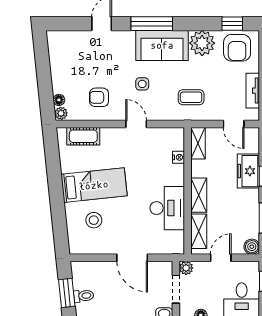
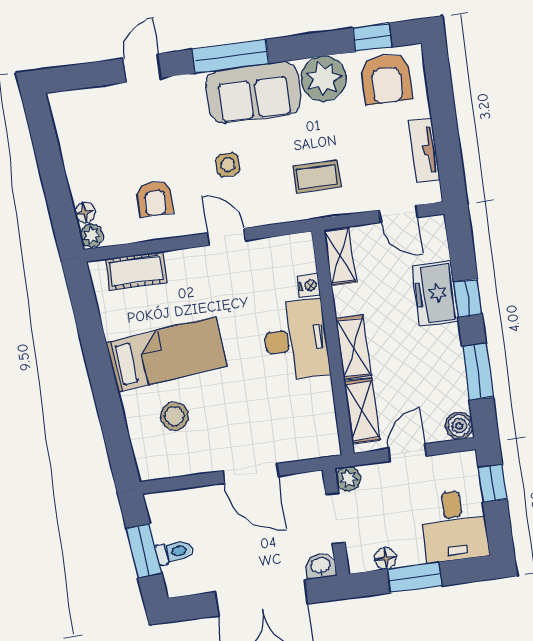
armchair: (99, 97) -> (155, 199), turned -90
desk: (167, 208) -> (296, 340), moved

